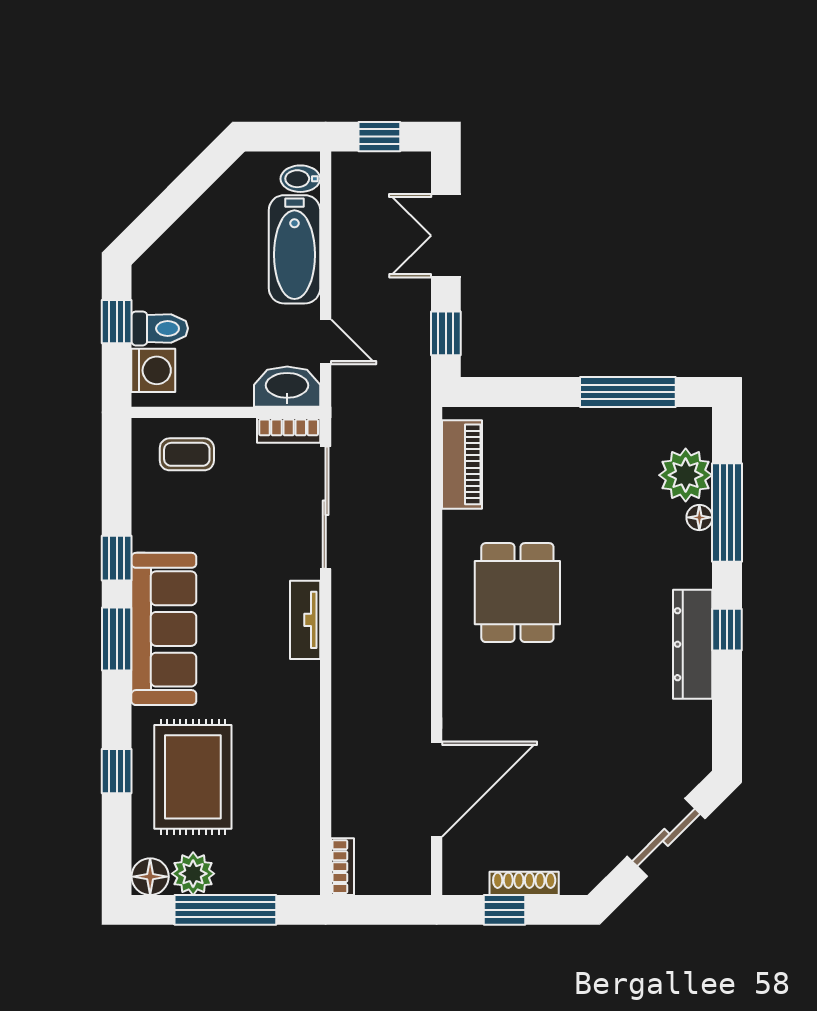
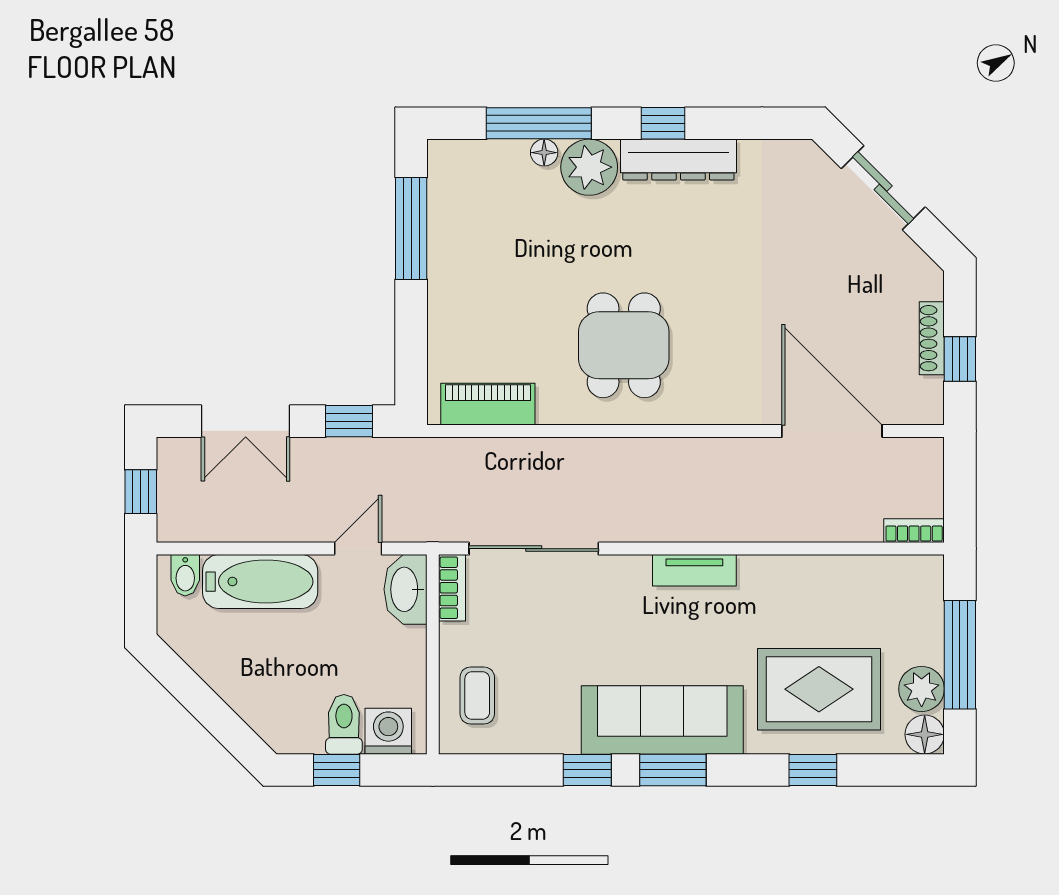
plant: (686, 475) -> (589, 167), moved
dining table: (517, 593) -> (624, 345), turned 90
tv unit: (305, 620) -> (694, 570), moved

